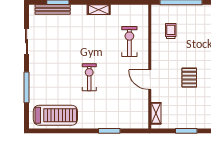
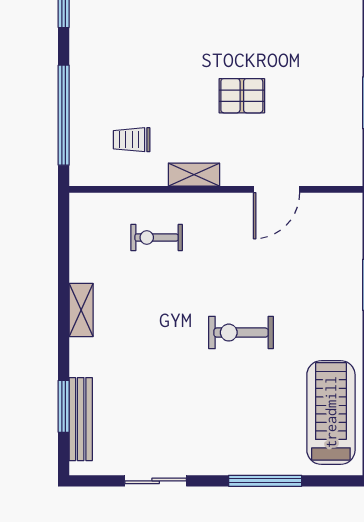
exercise bike: (129, 42) -> (157, 237), width x0.73, depth x0.72
door: (150, 80) -> (277, 189), moved
shelving: (156, 113) -> (194, 175), moved

